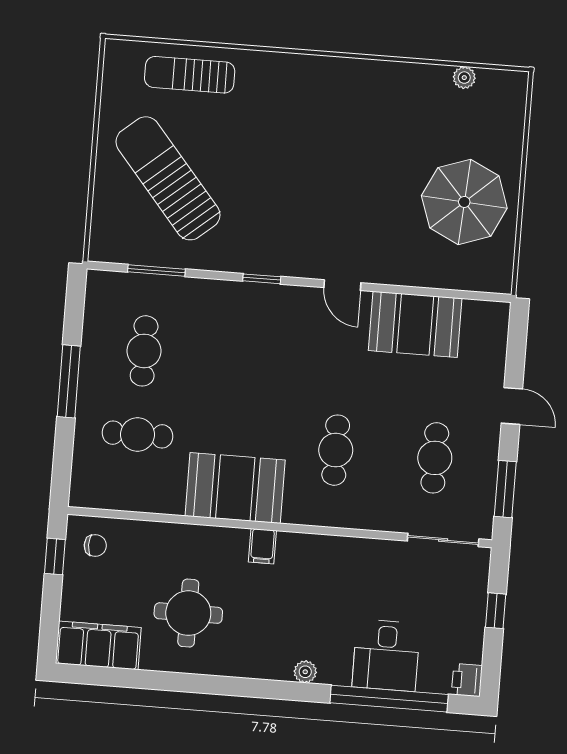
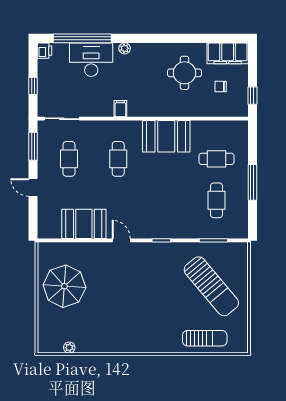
chair: (95, 545) -> (221, 87), moved
filing cabinet: (262, 546) -> (120, 109), moved
desk: (386, 655) -> (91, 60), width x1.37

